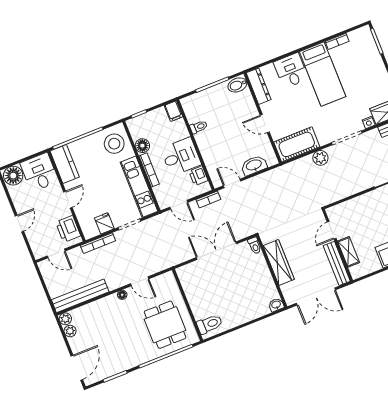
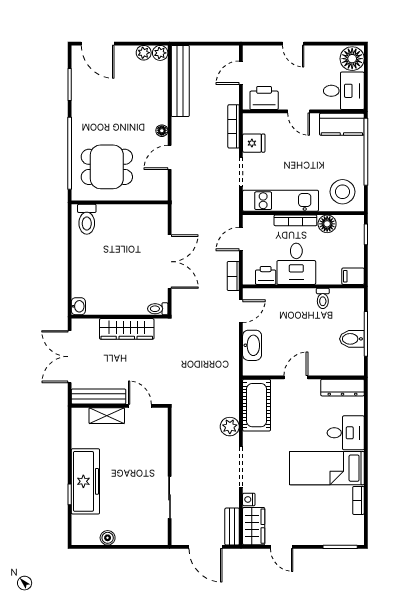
bidet: (237, 85) -> (352, 339), moved, turned -90

